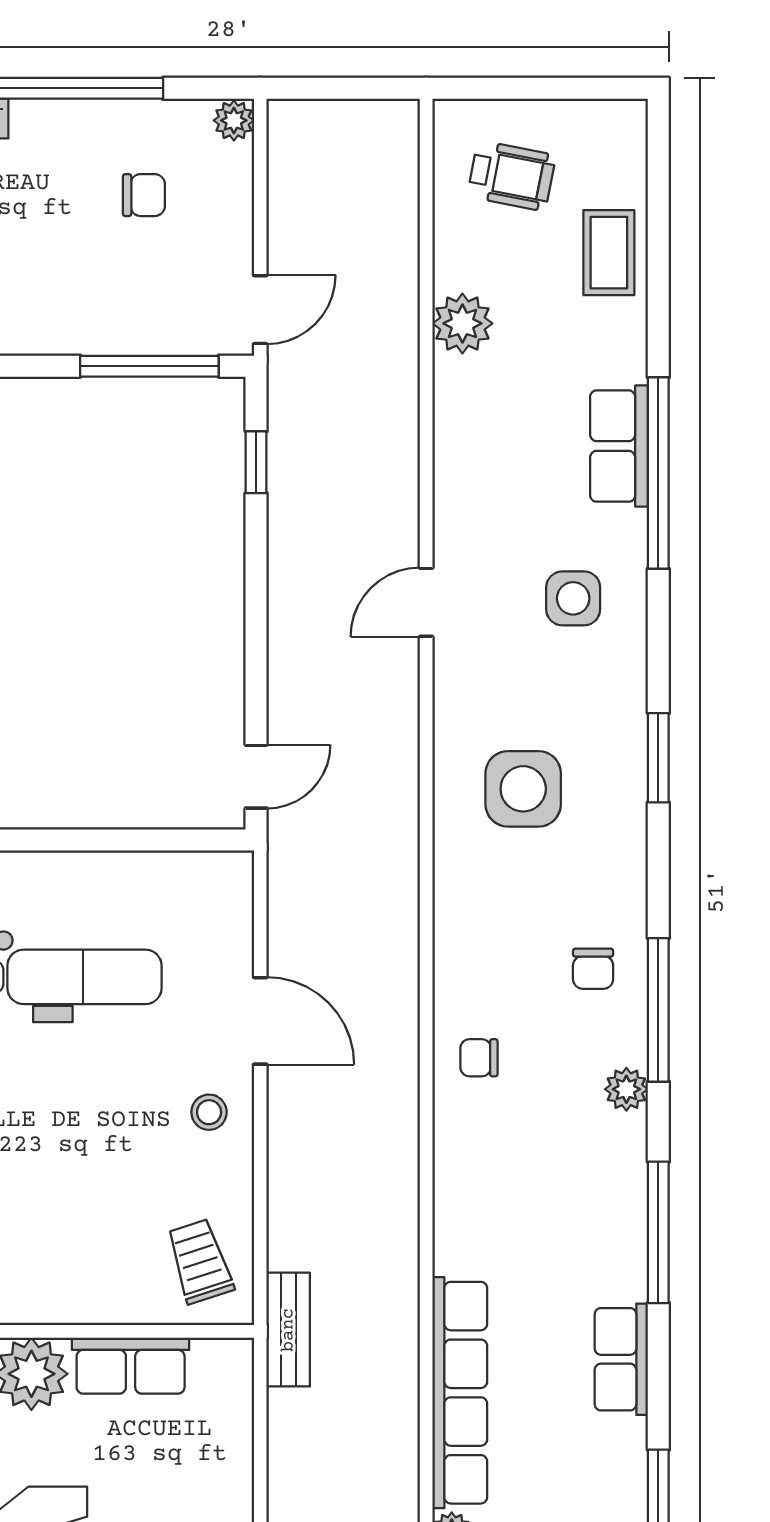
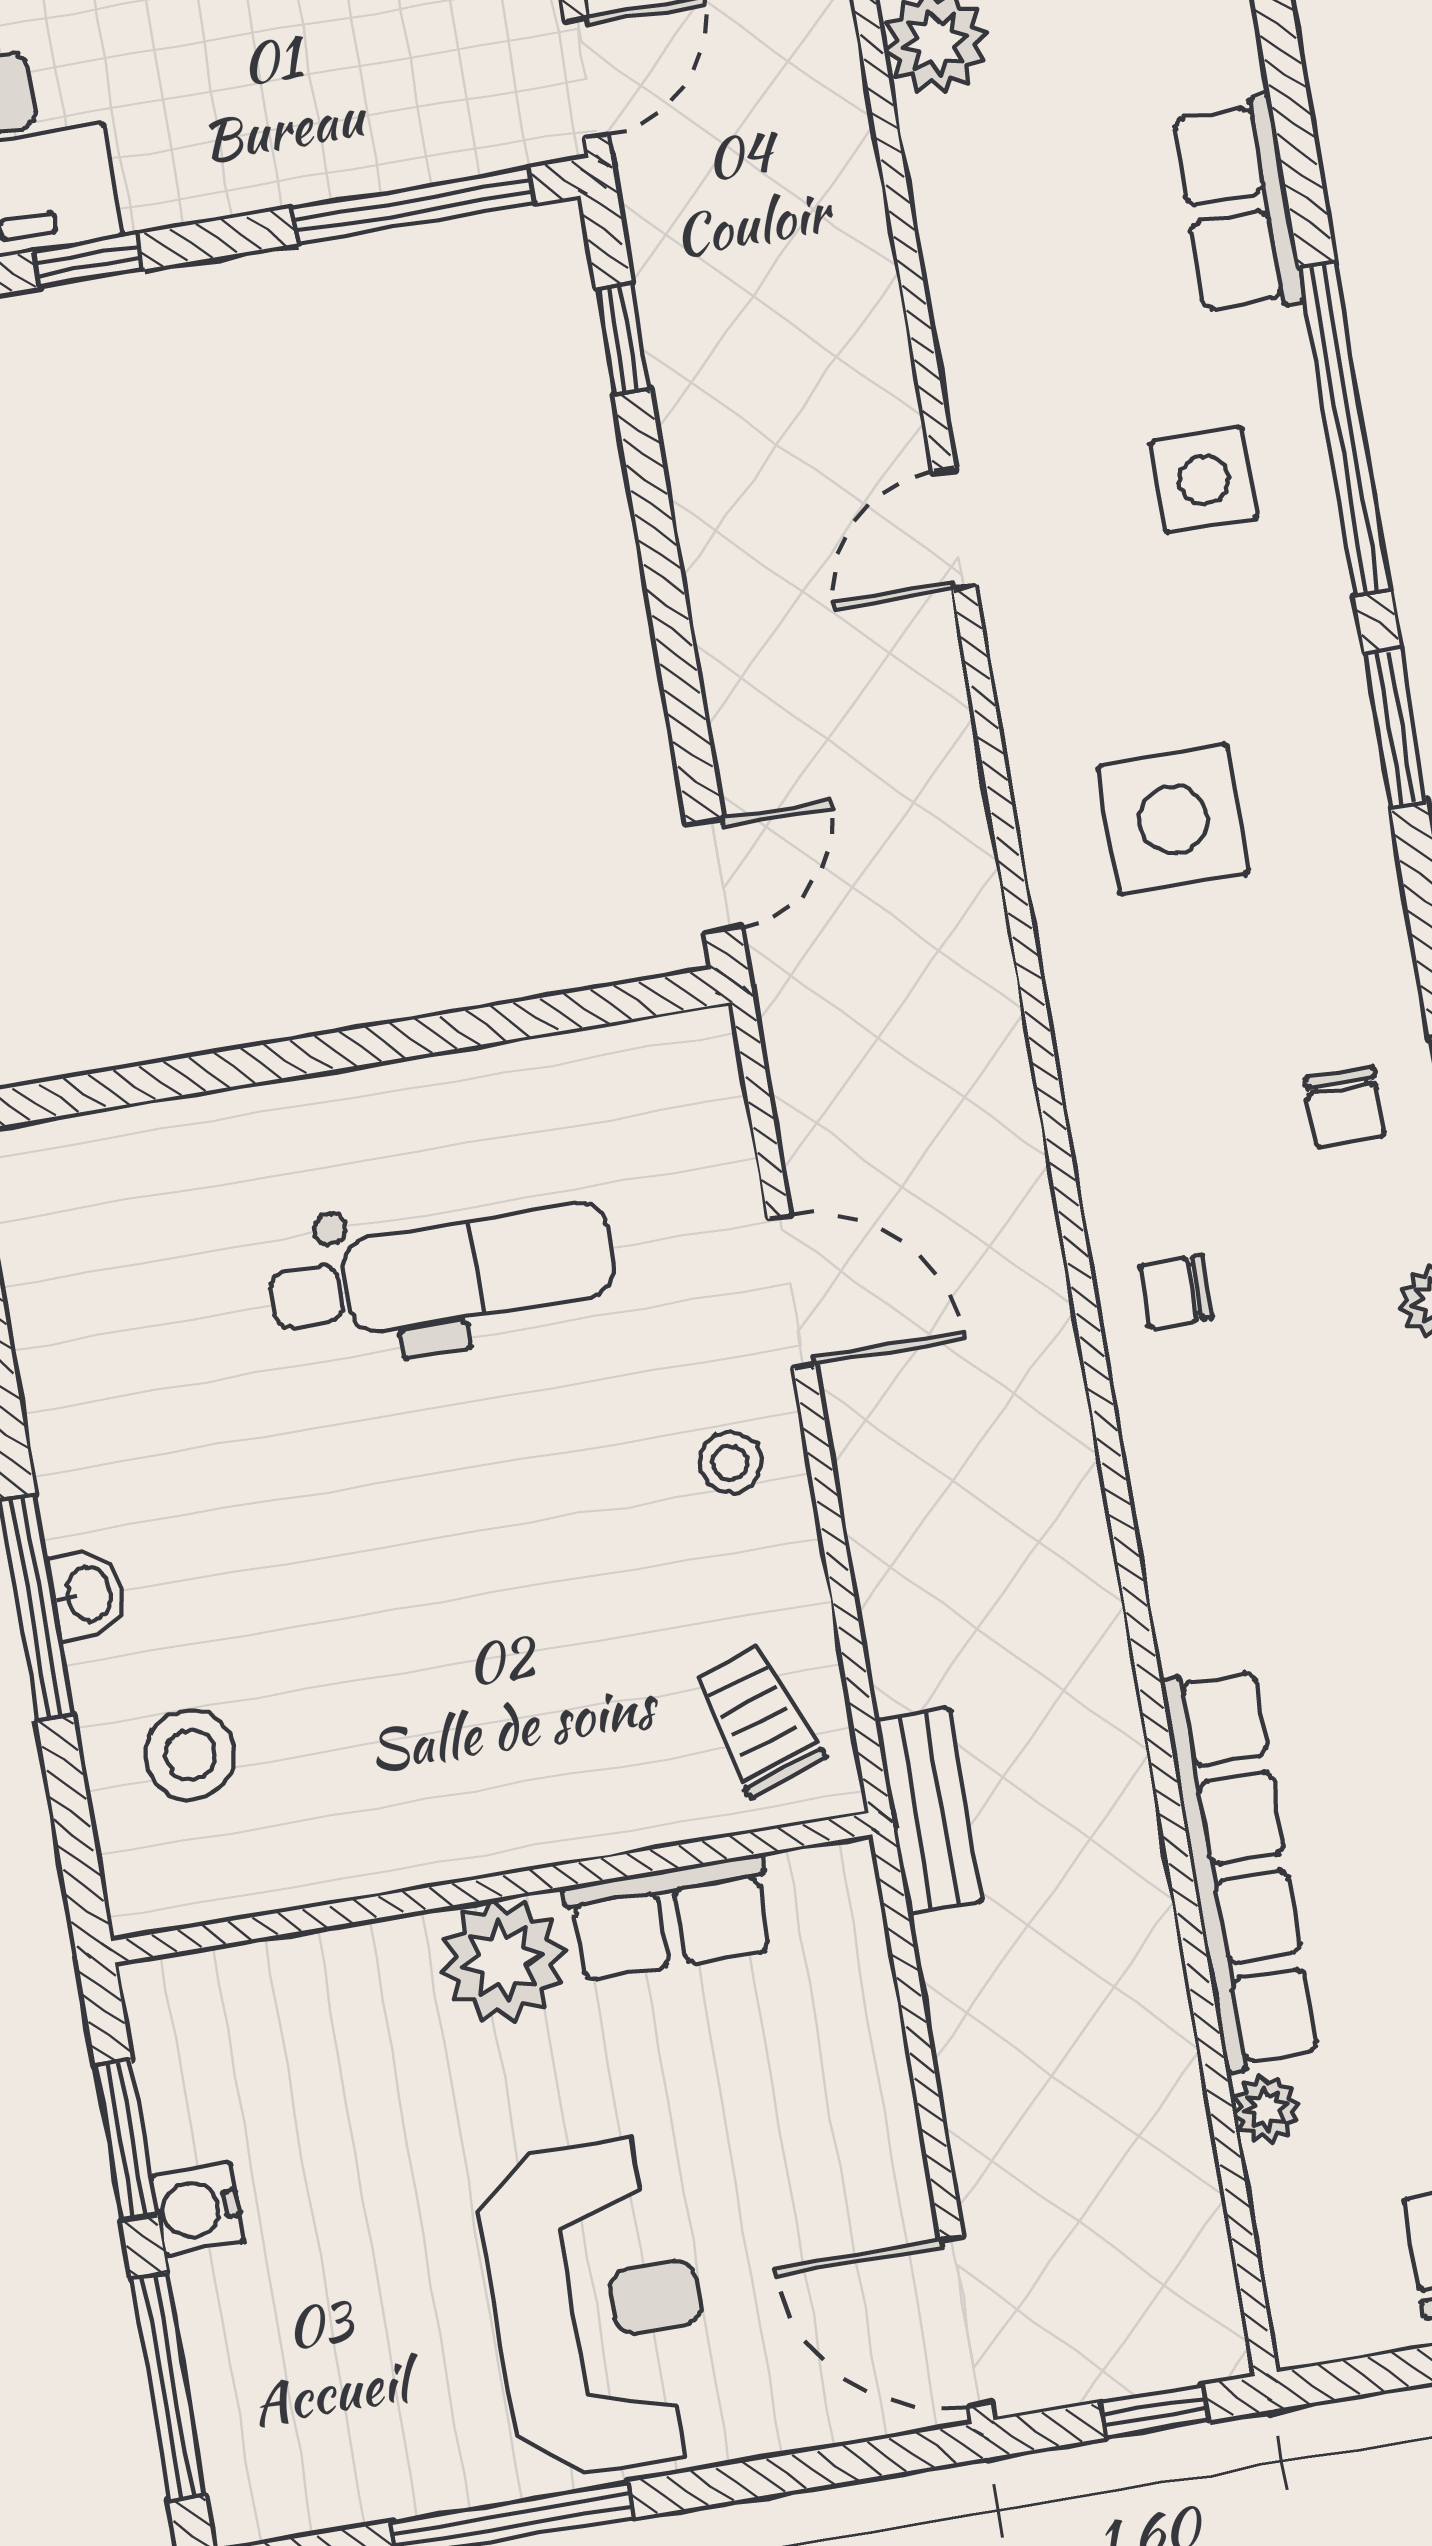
window: (658, 473) -> (1345, 429), moved

